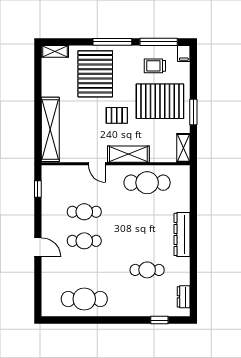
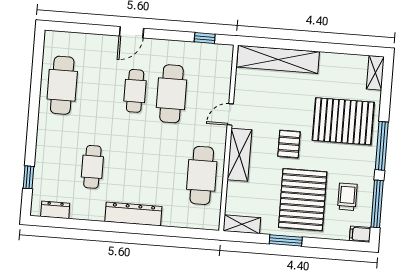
cafe table: (84, 212) -> (171, 94), width x1.37, depth x1.35

